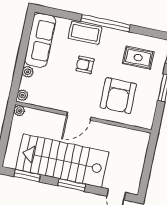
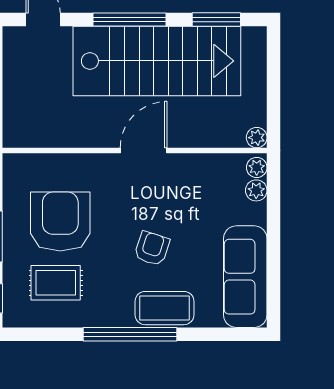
armchair: (85, 65) -> (152, 248), turned -72
plant: (28, 72) -> (256, 190), moved
armchair: (118, 96) -> (60, 221), moved
window: (72, 185) -> (130, 19), width x1.44

